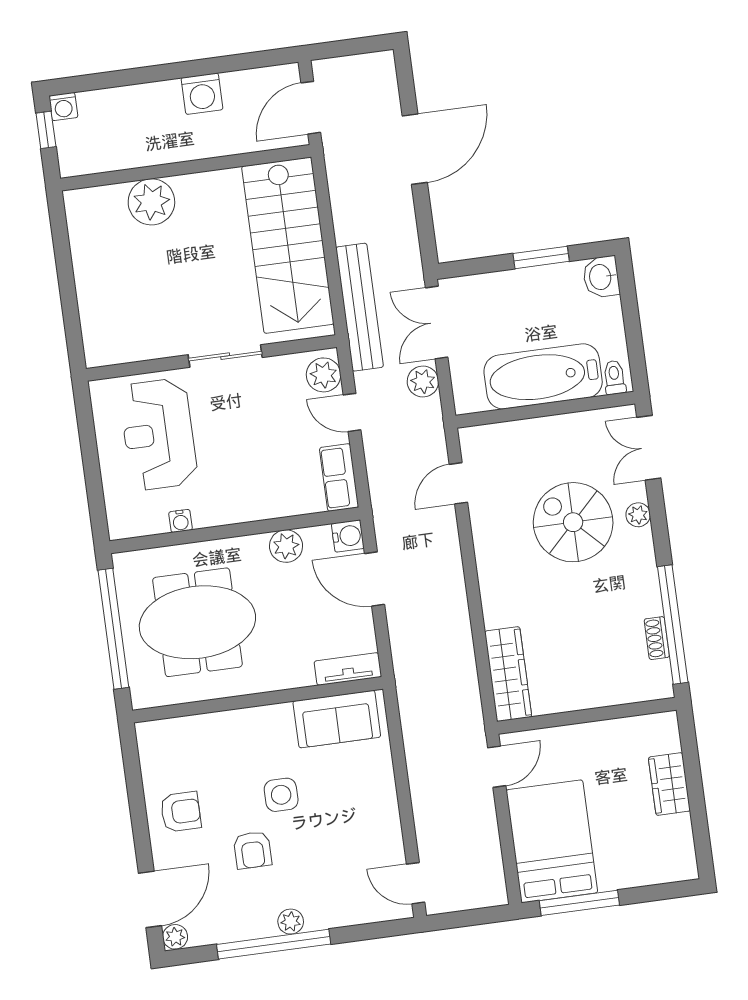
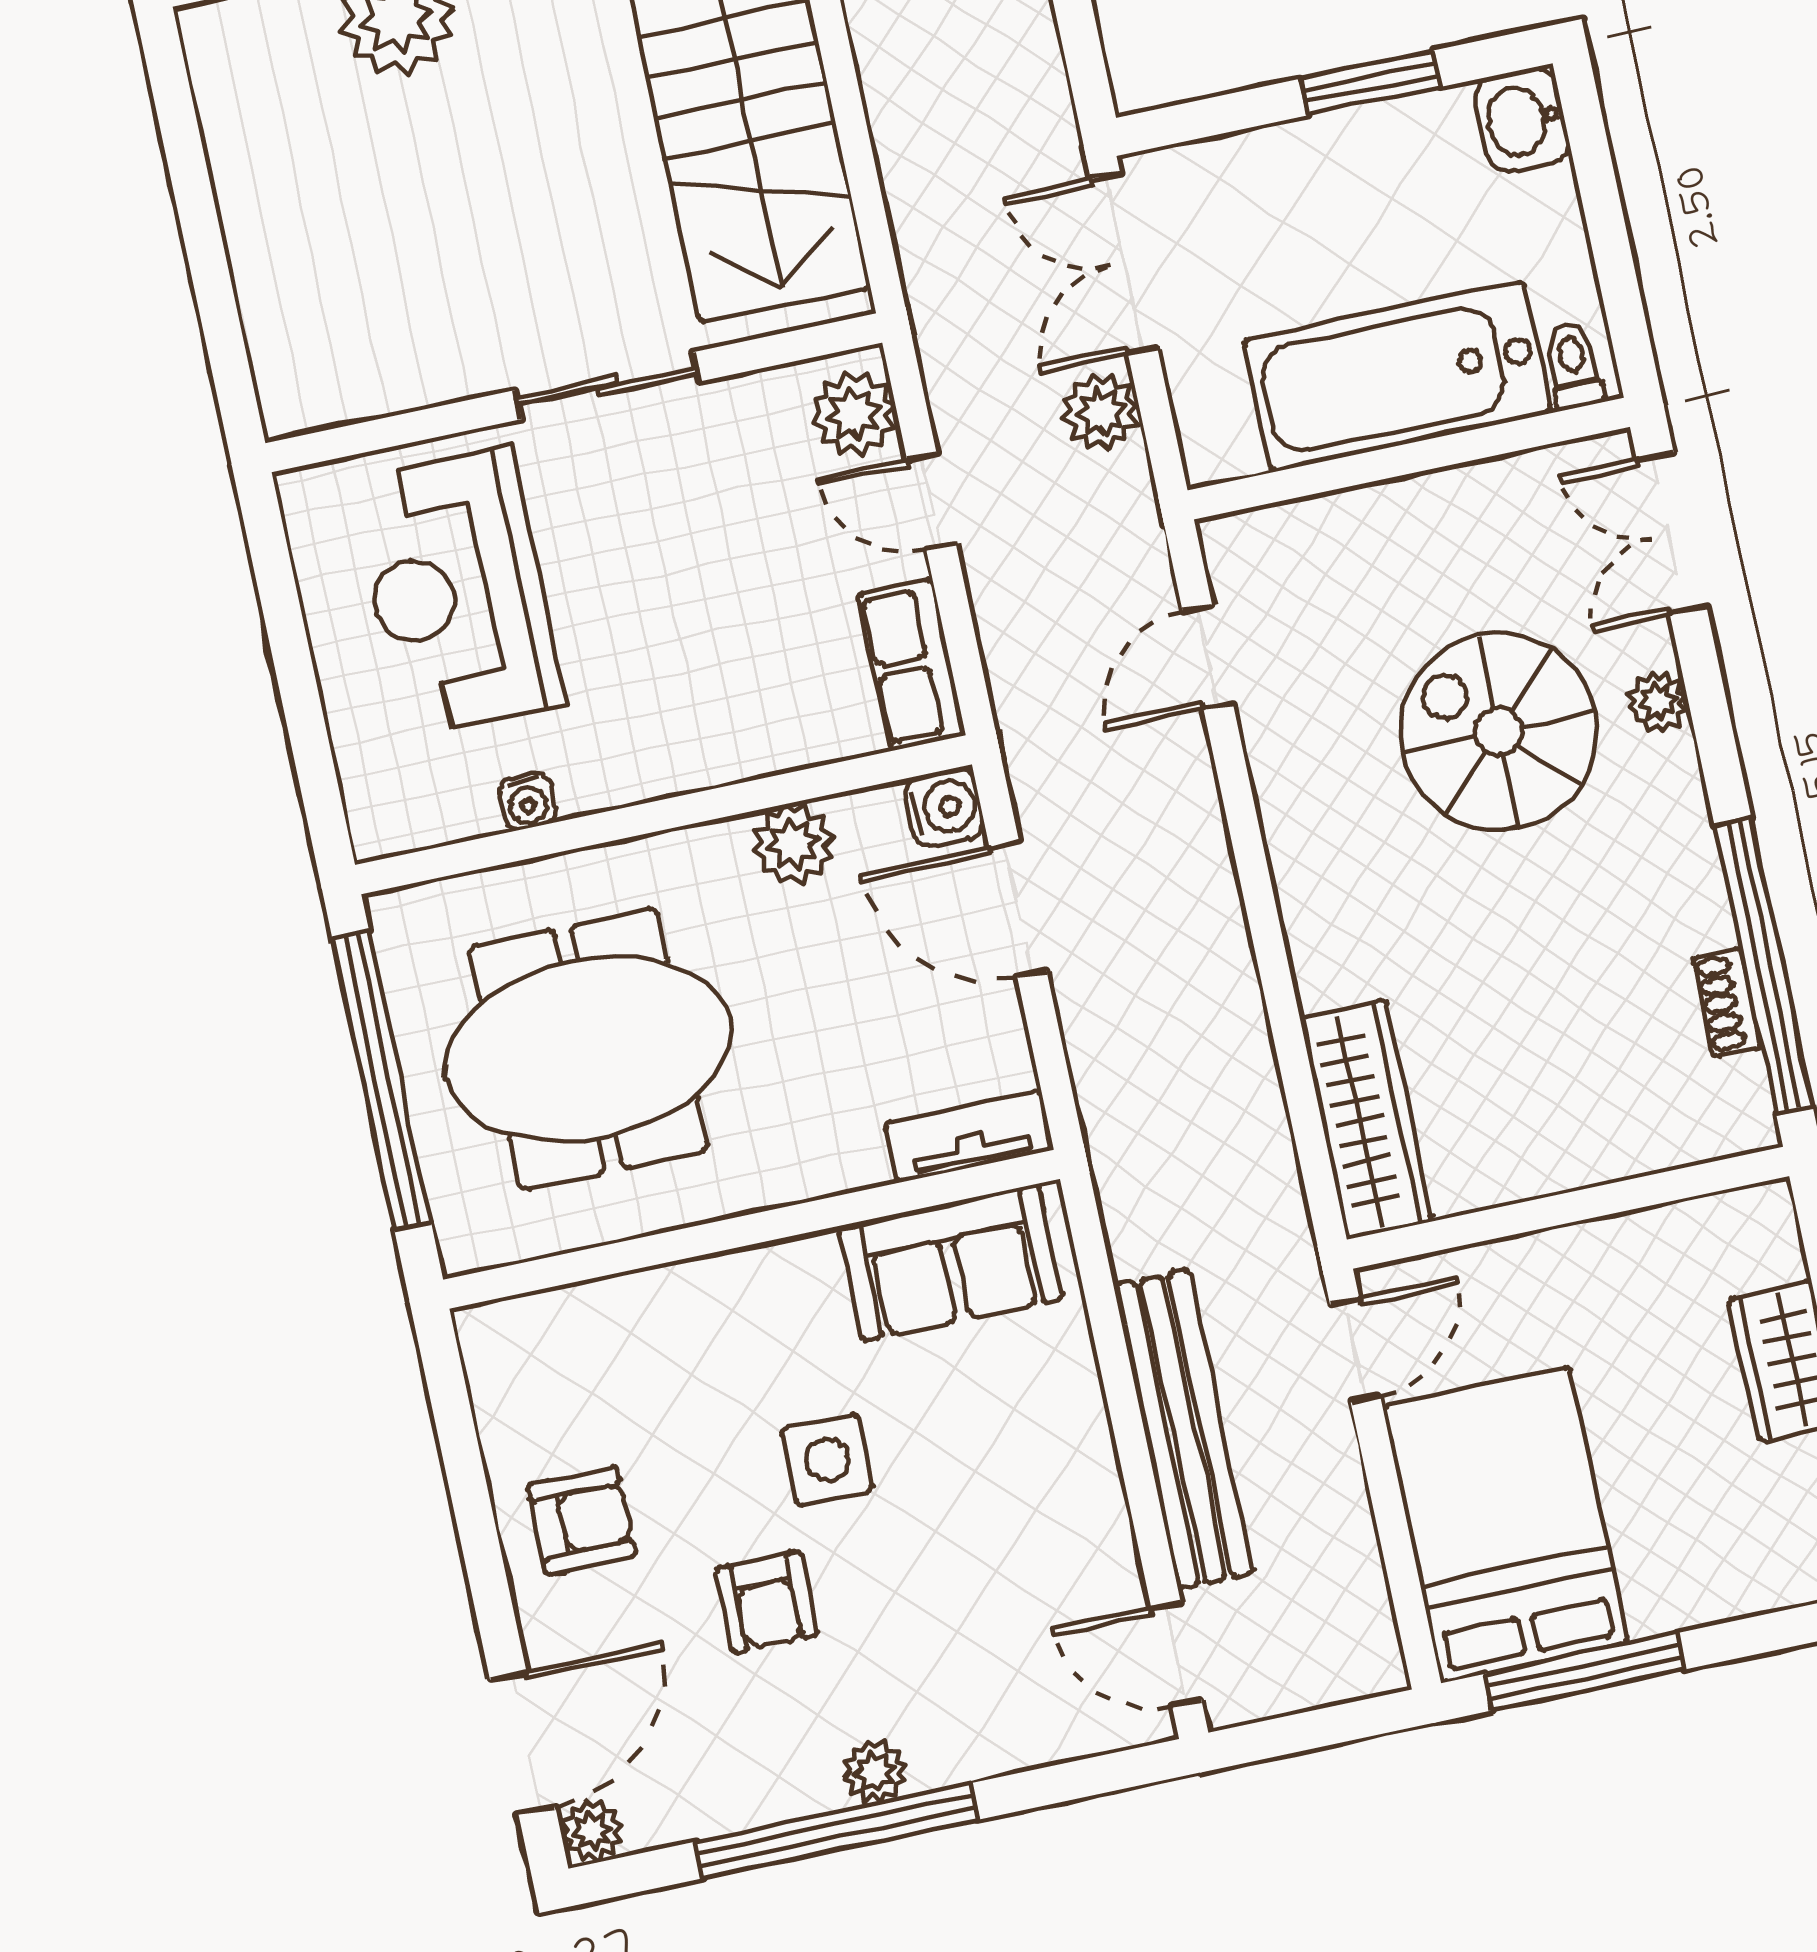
bench: (360, 307) -> (1183, 1429), moved

